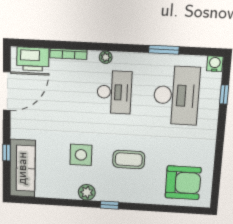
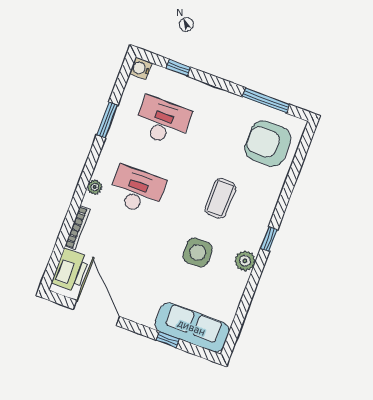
desk: (176, 95) -> (163, 121), width x0.73, depth x0.77
window: (217, 171) -> (266, 100), added
armchair: (183, 183) -> (268, 144), turned -90

